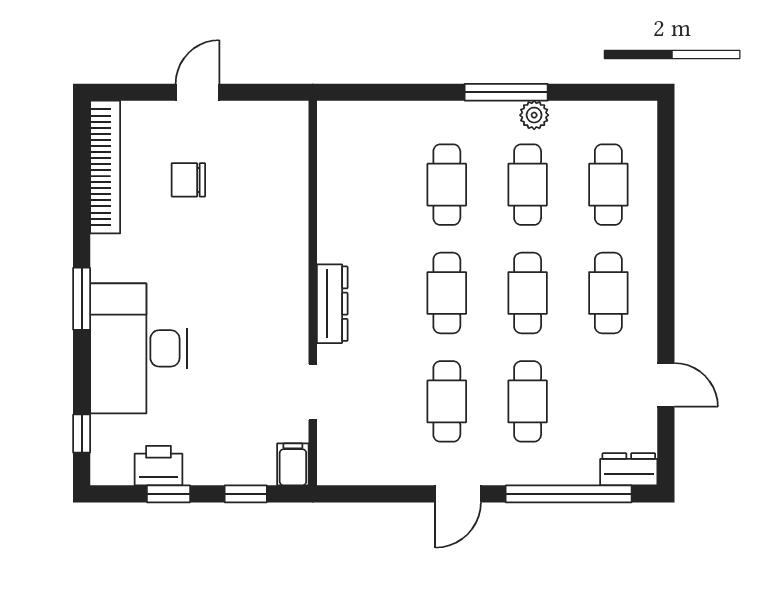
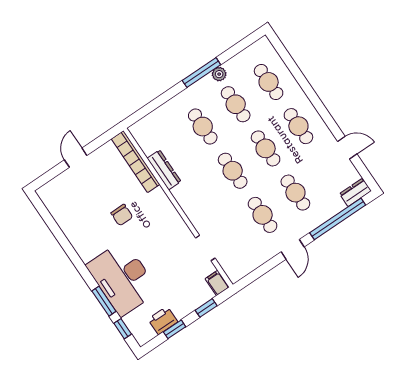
bookcase: (105, 167) -> (136, 162), moved, turned 180
chair: (188, 180) -> (122, 215), moved, turned -90
window: (82, 299) -> (104, 301), moved
dresser: (332, 304) -> (164, 170), moved

